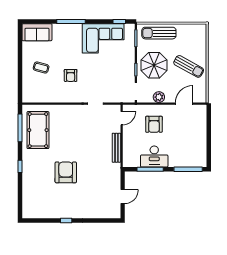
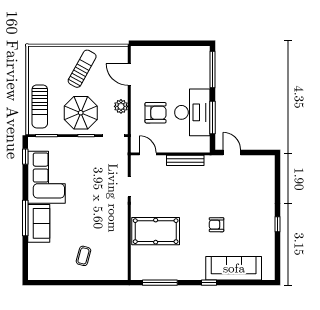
sofa: (37, 32) -> (39, 223), moved
armchair: (71, 75) -> (94, 218), removed
pool table: (38, 130) -> (156, 231), moved
desk: (154, 157) -> (192, 112), width x1.36, depth x1.30
armchair: (66, 172) -> (217, 225), width x0.53, depth x0.53
sofa: (31, 186) -> (234, 268), added
door: (123, 197) -> (232, 153), moved

